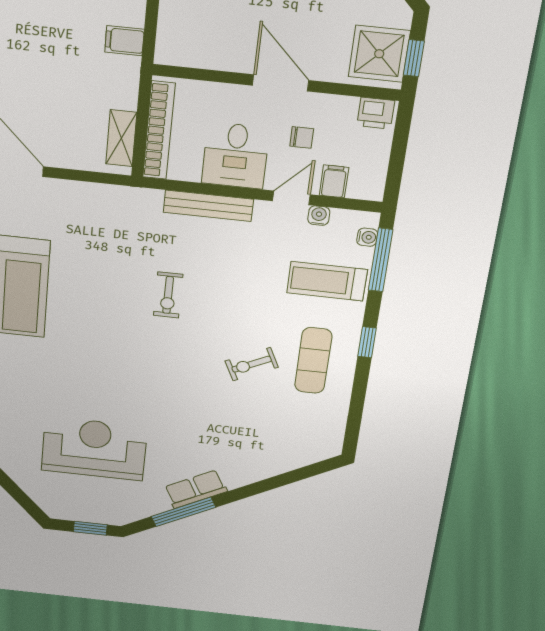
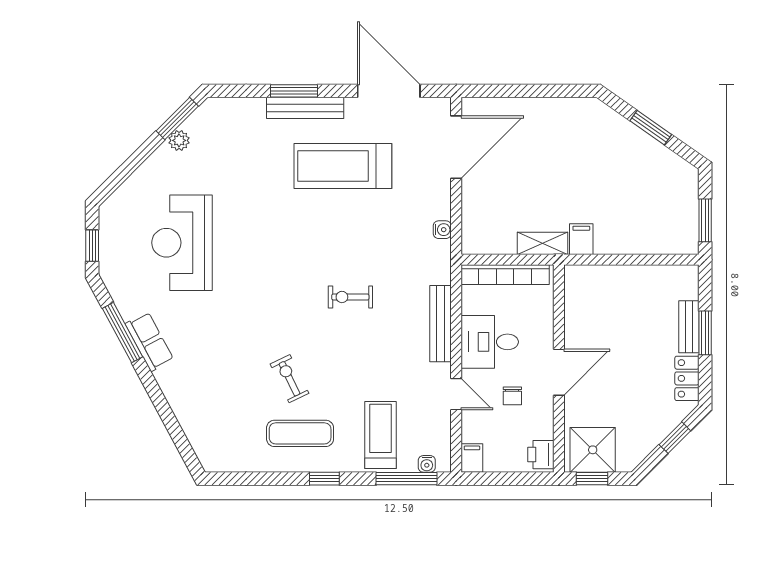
shelving: (121, 138) -> (542, 243), moved
filing cabinet: (334, 181) -> (472, 458), moved, turned -90
water cooler: (319, 216) -> (442, 230), moved
reception desk: (94, 449) -> (182, 243), turned 180

